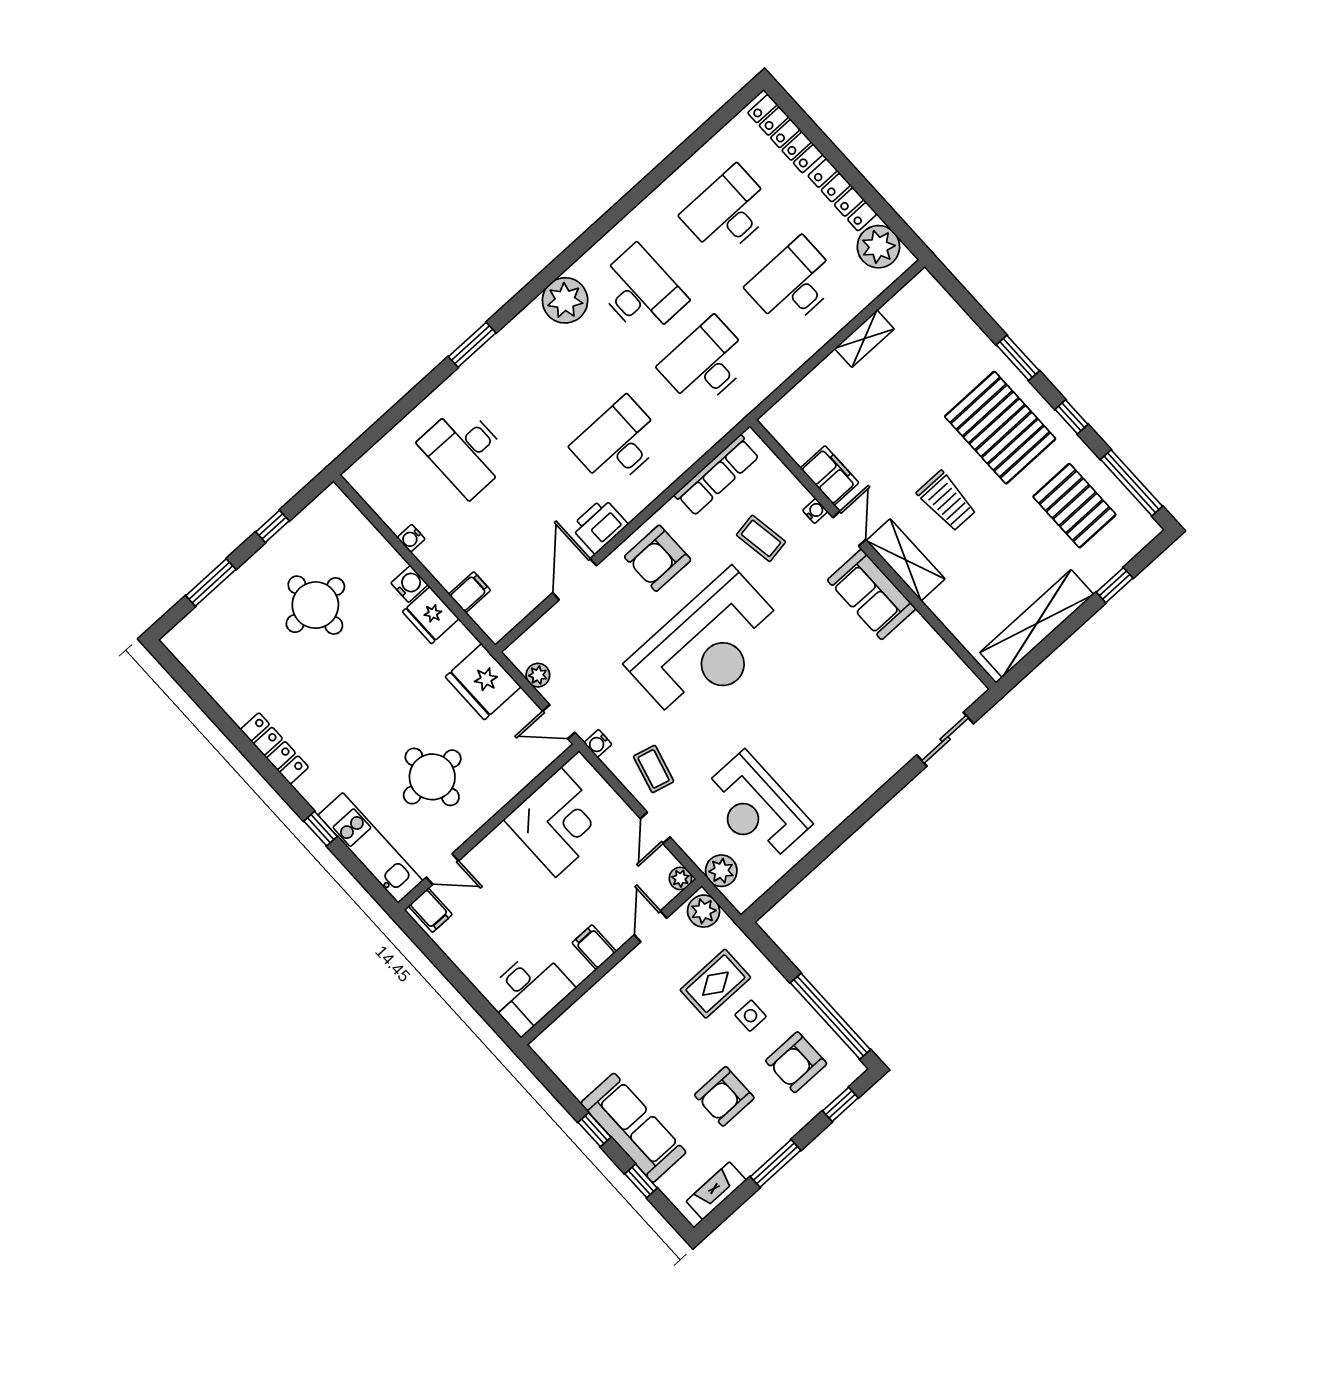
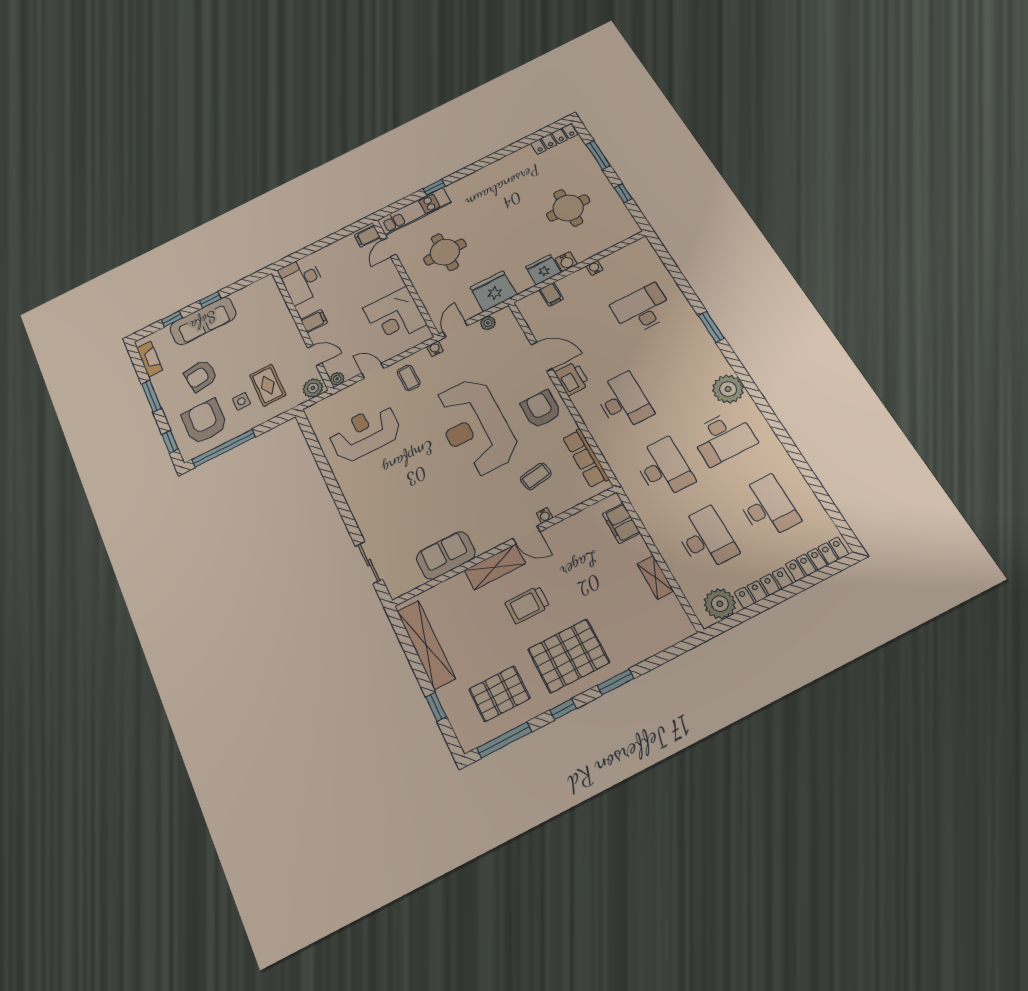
filing cabinet: (830, 475) -> (621, 523), moved, turned 90
sofa: (872, 594) -> (446, 555), moved
locker: (274, 748) -> (554, 139), moved
coffee table: (654, 769) -> (409, 378), turned 75
plant: (721, 871) -> (333, 404), removed
armchair: (796, 1062) -> (204, 422), width x1.36, depth x1.36
armchair: (724, 1096) -> (201, 376), turned -98

